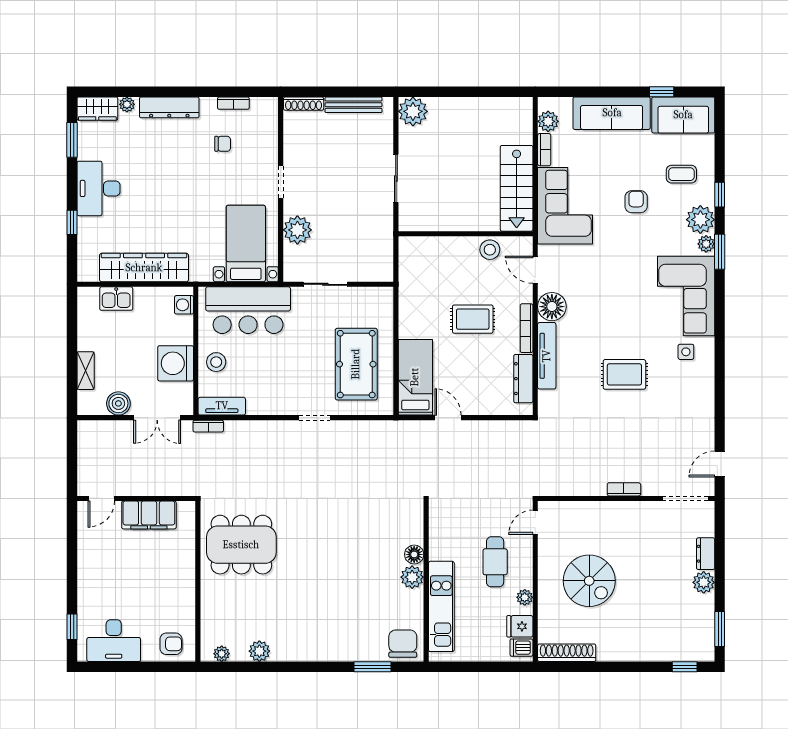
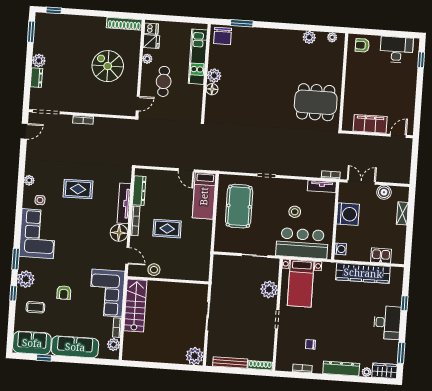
plant: (706, 244) -> (29, 180), moved
stool: (216, 362) -> (295, 212), moved

